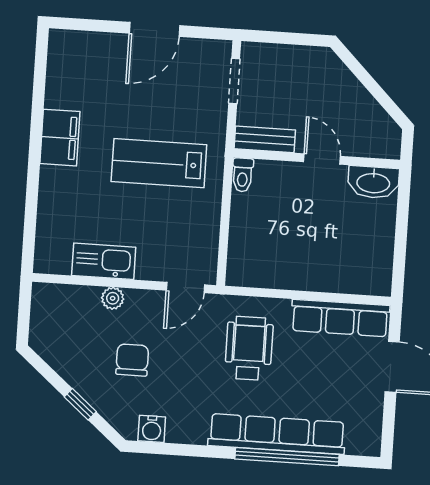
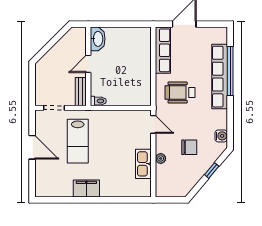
lab bench: (159, 163) -> (78, 141), moved
chair: (132, 360) -> (189, 147), turned 180

